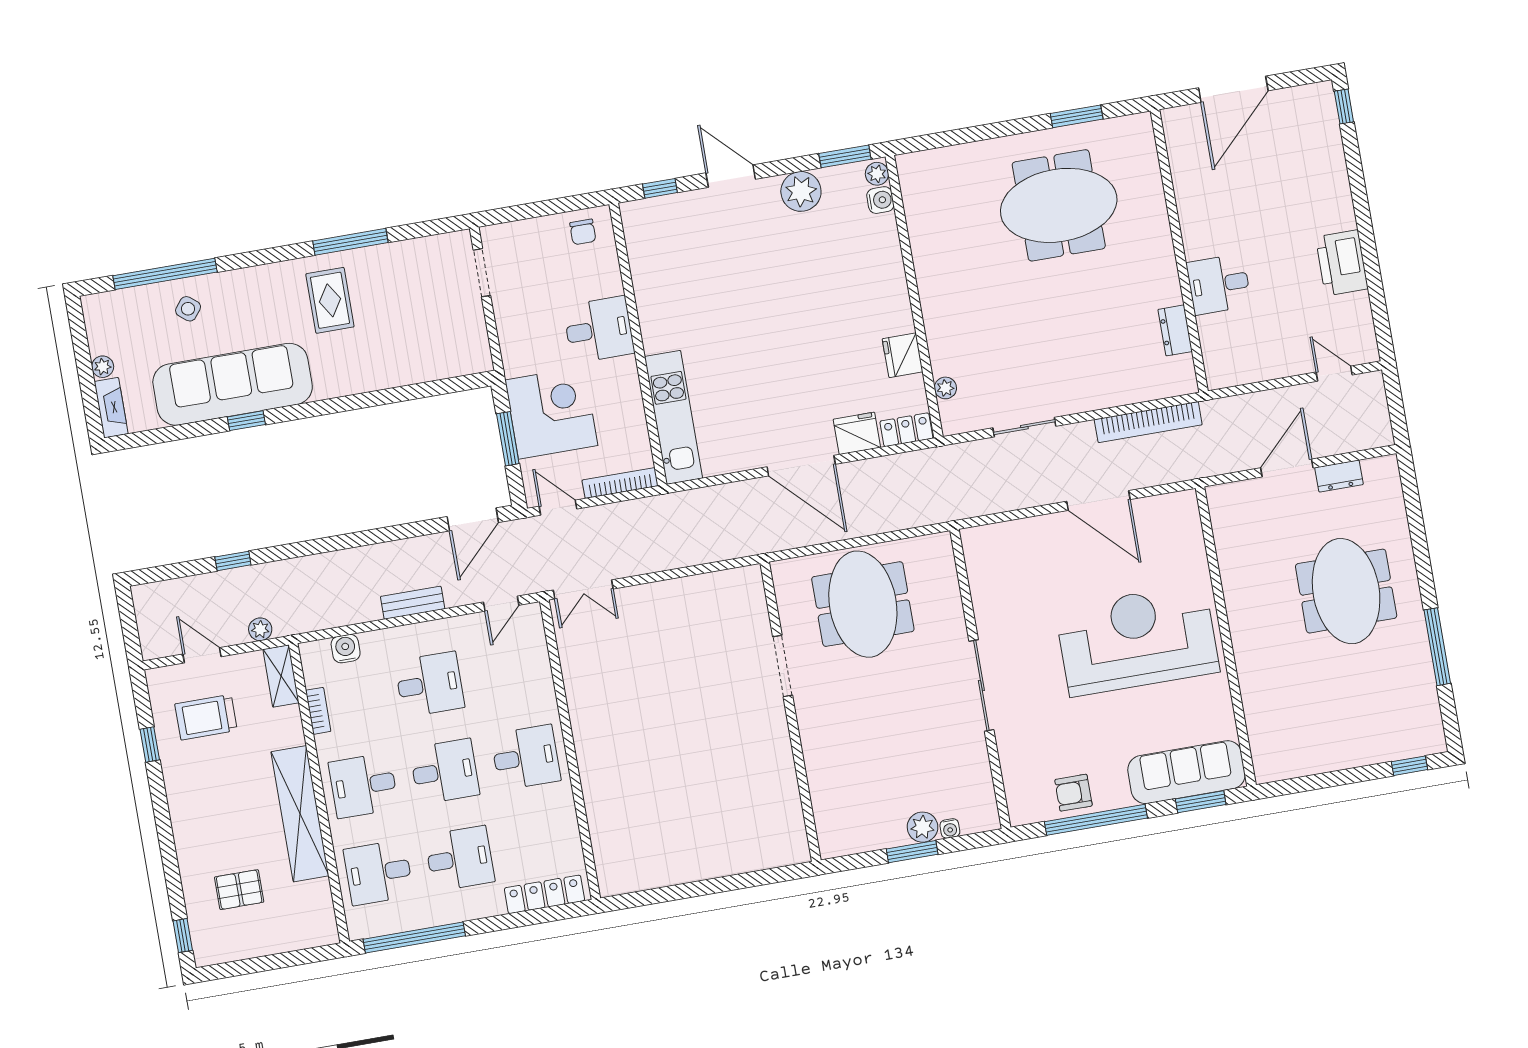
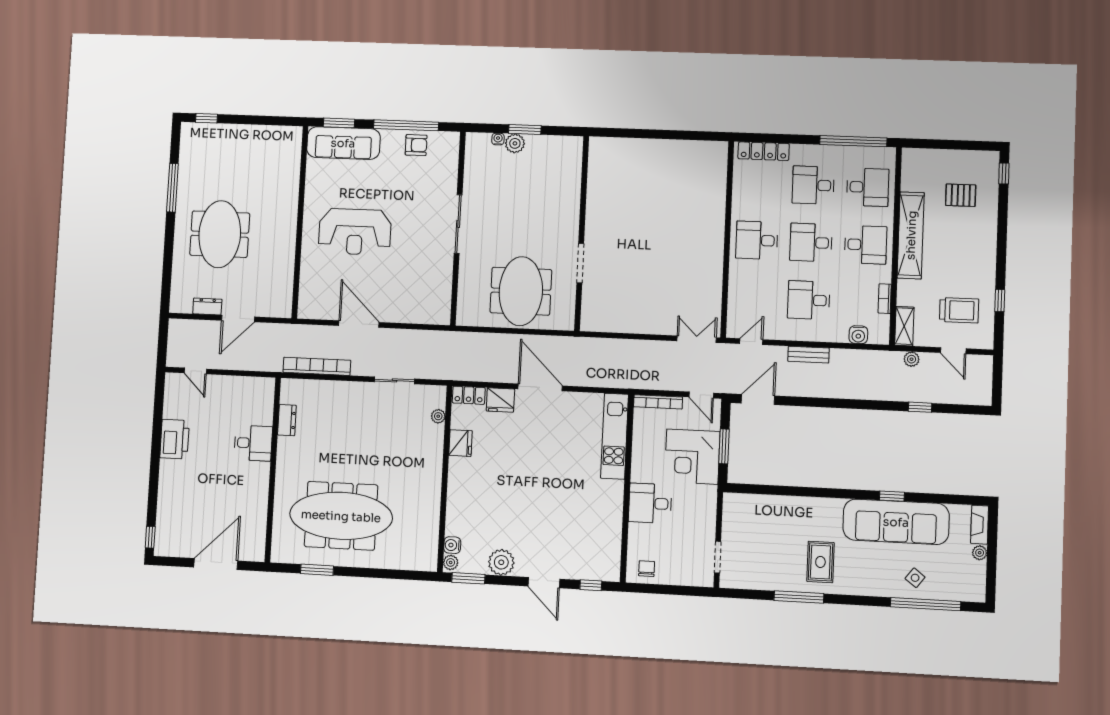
meeting table: (1059, 205) -> (341, 516), width x1.36
reception desk: (1137, 640) -> (355, 232), width x0.74, depth x0.77

